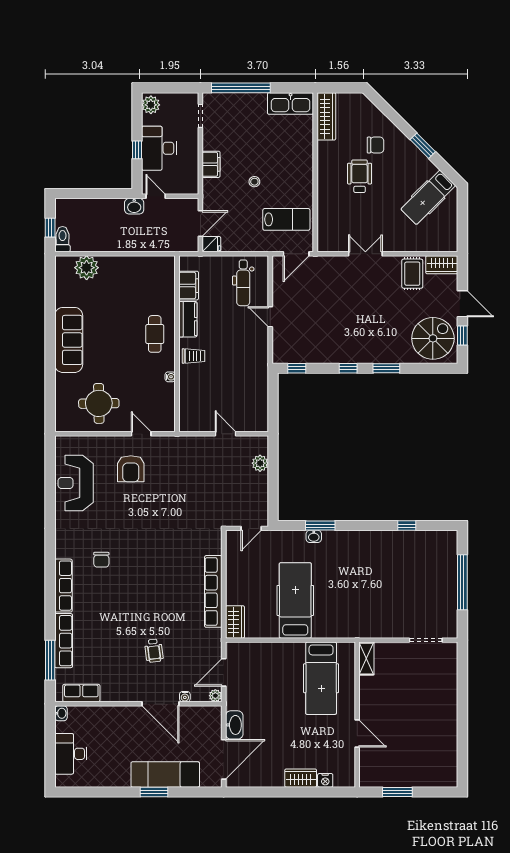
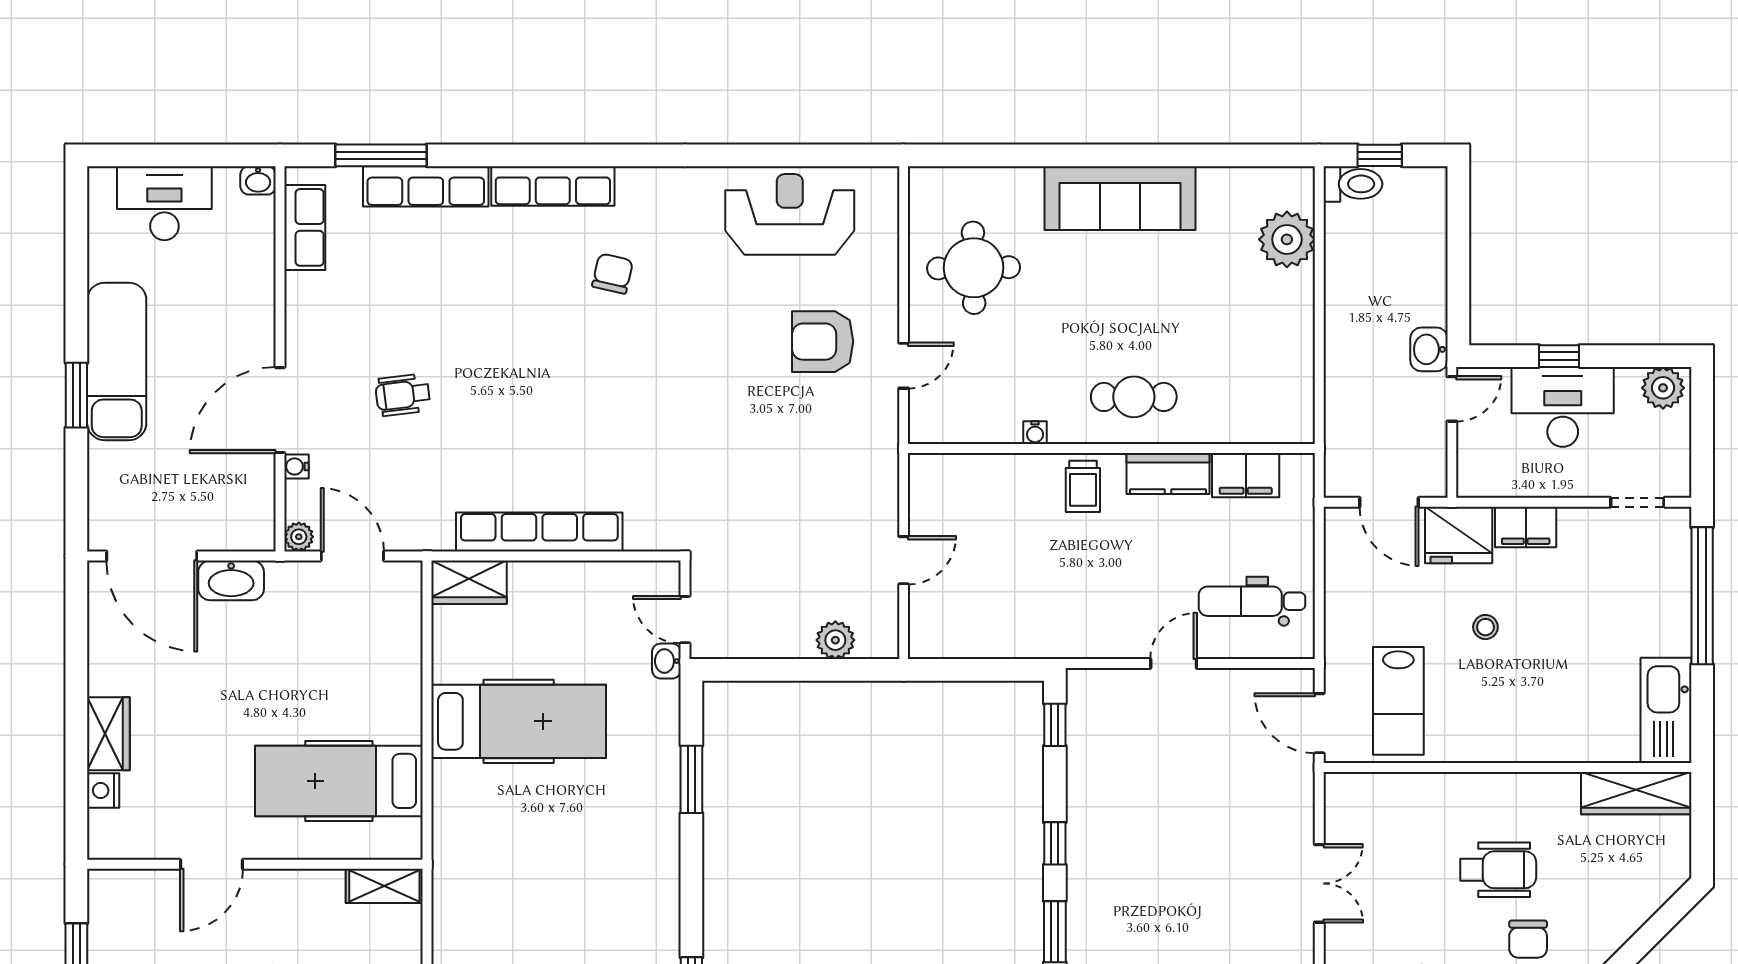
chair: (375, 145) -> (1528, 939), moved
fridge: (211, 244) -> (1459, 535), moved, width x1.88, depth x1.34
washbasin: (314, 536) -> (666, 661), moved
chair: (101, 560) -> (613, 274), turned 103
exam couch: (165, 774) -> (117, 361), moved

